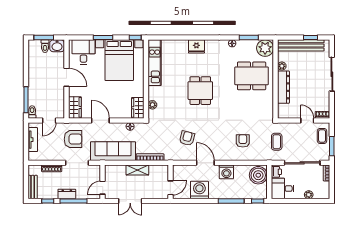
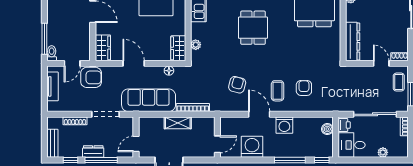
dresser: (283, 87) -> (353, 41), moved
armchair: (73, 139) -> (91, 77), moved
coffee table: (277, 142) -> (278, 91), moved
boiler: (258, 175) -> (327, 129), width x0.54, depth x0.54

